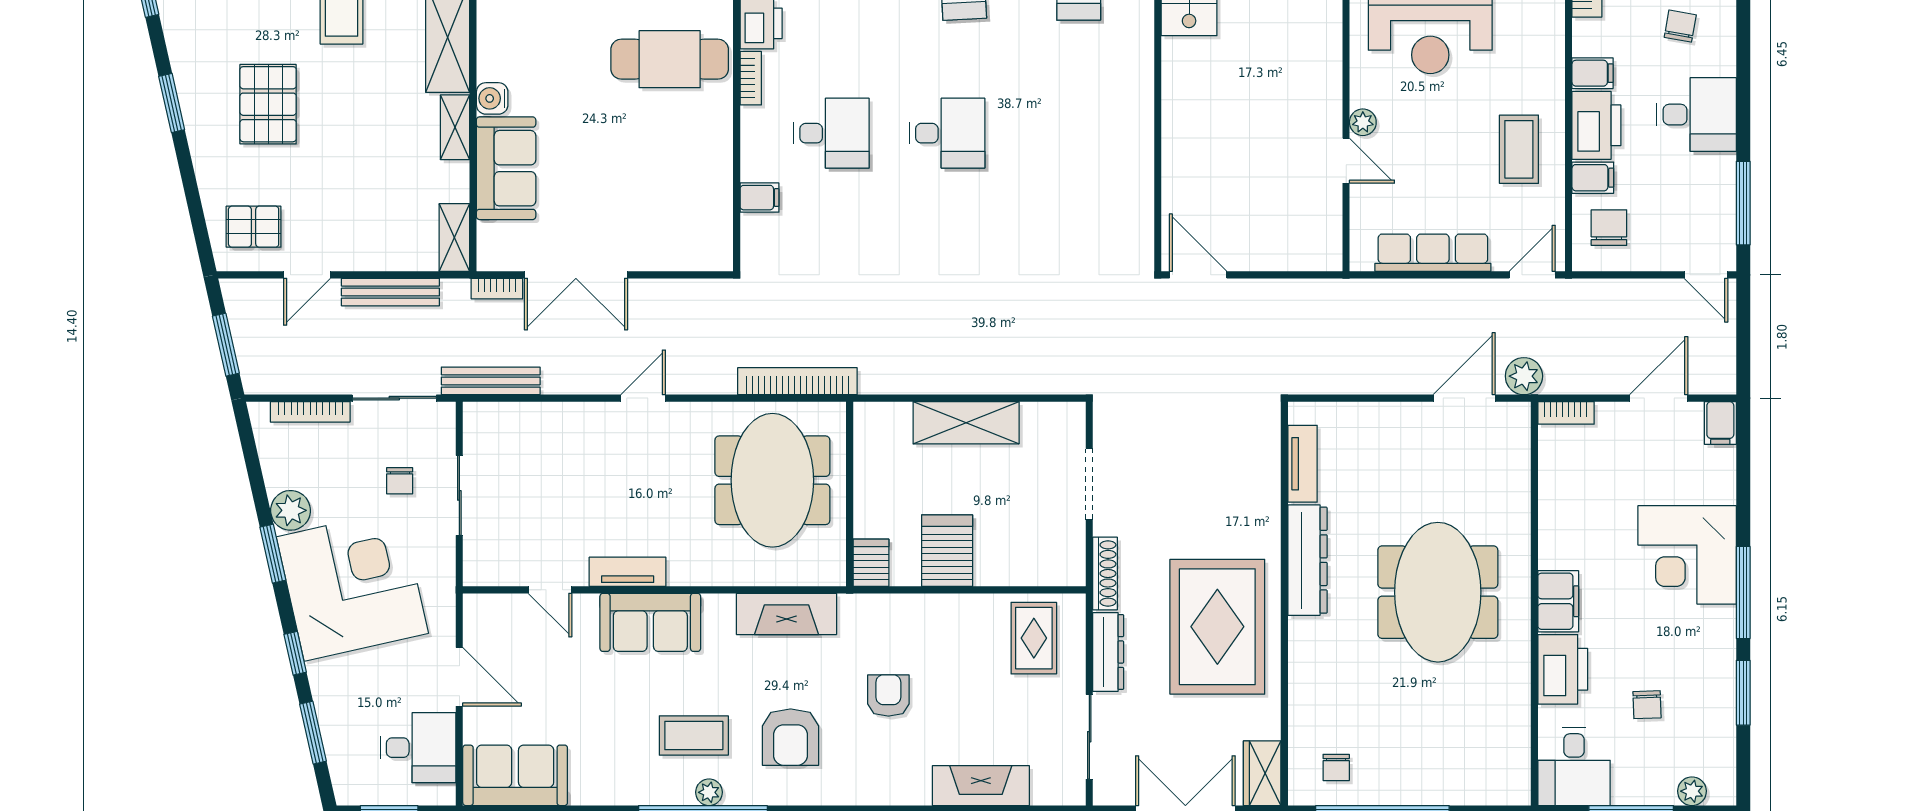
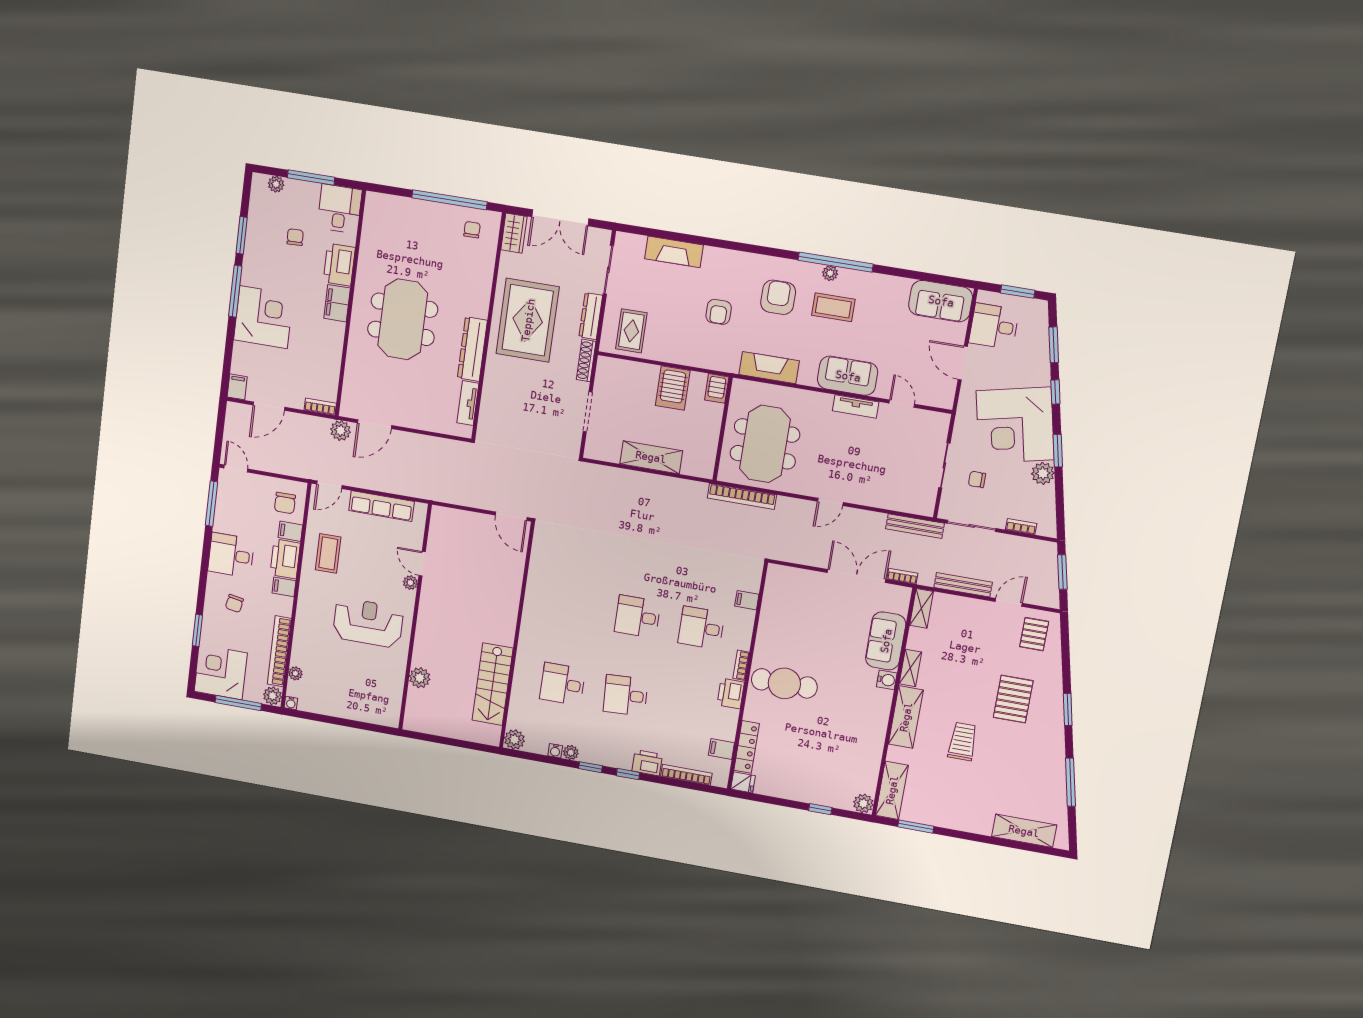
pallet: (254, 227) -> (1034, 634), turned 90
bookcase: (310, 412) -> (1021, 527), width x0.64
chair: (400, 481) -> (977, 479), turned -90

